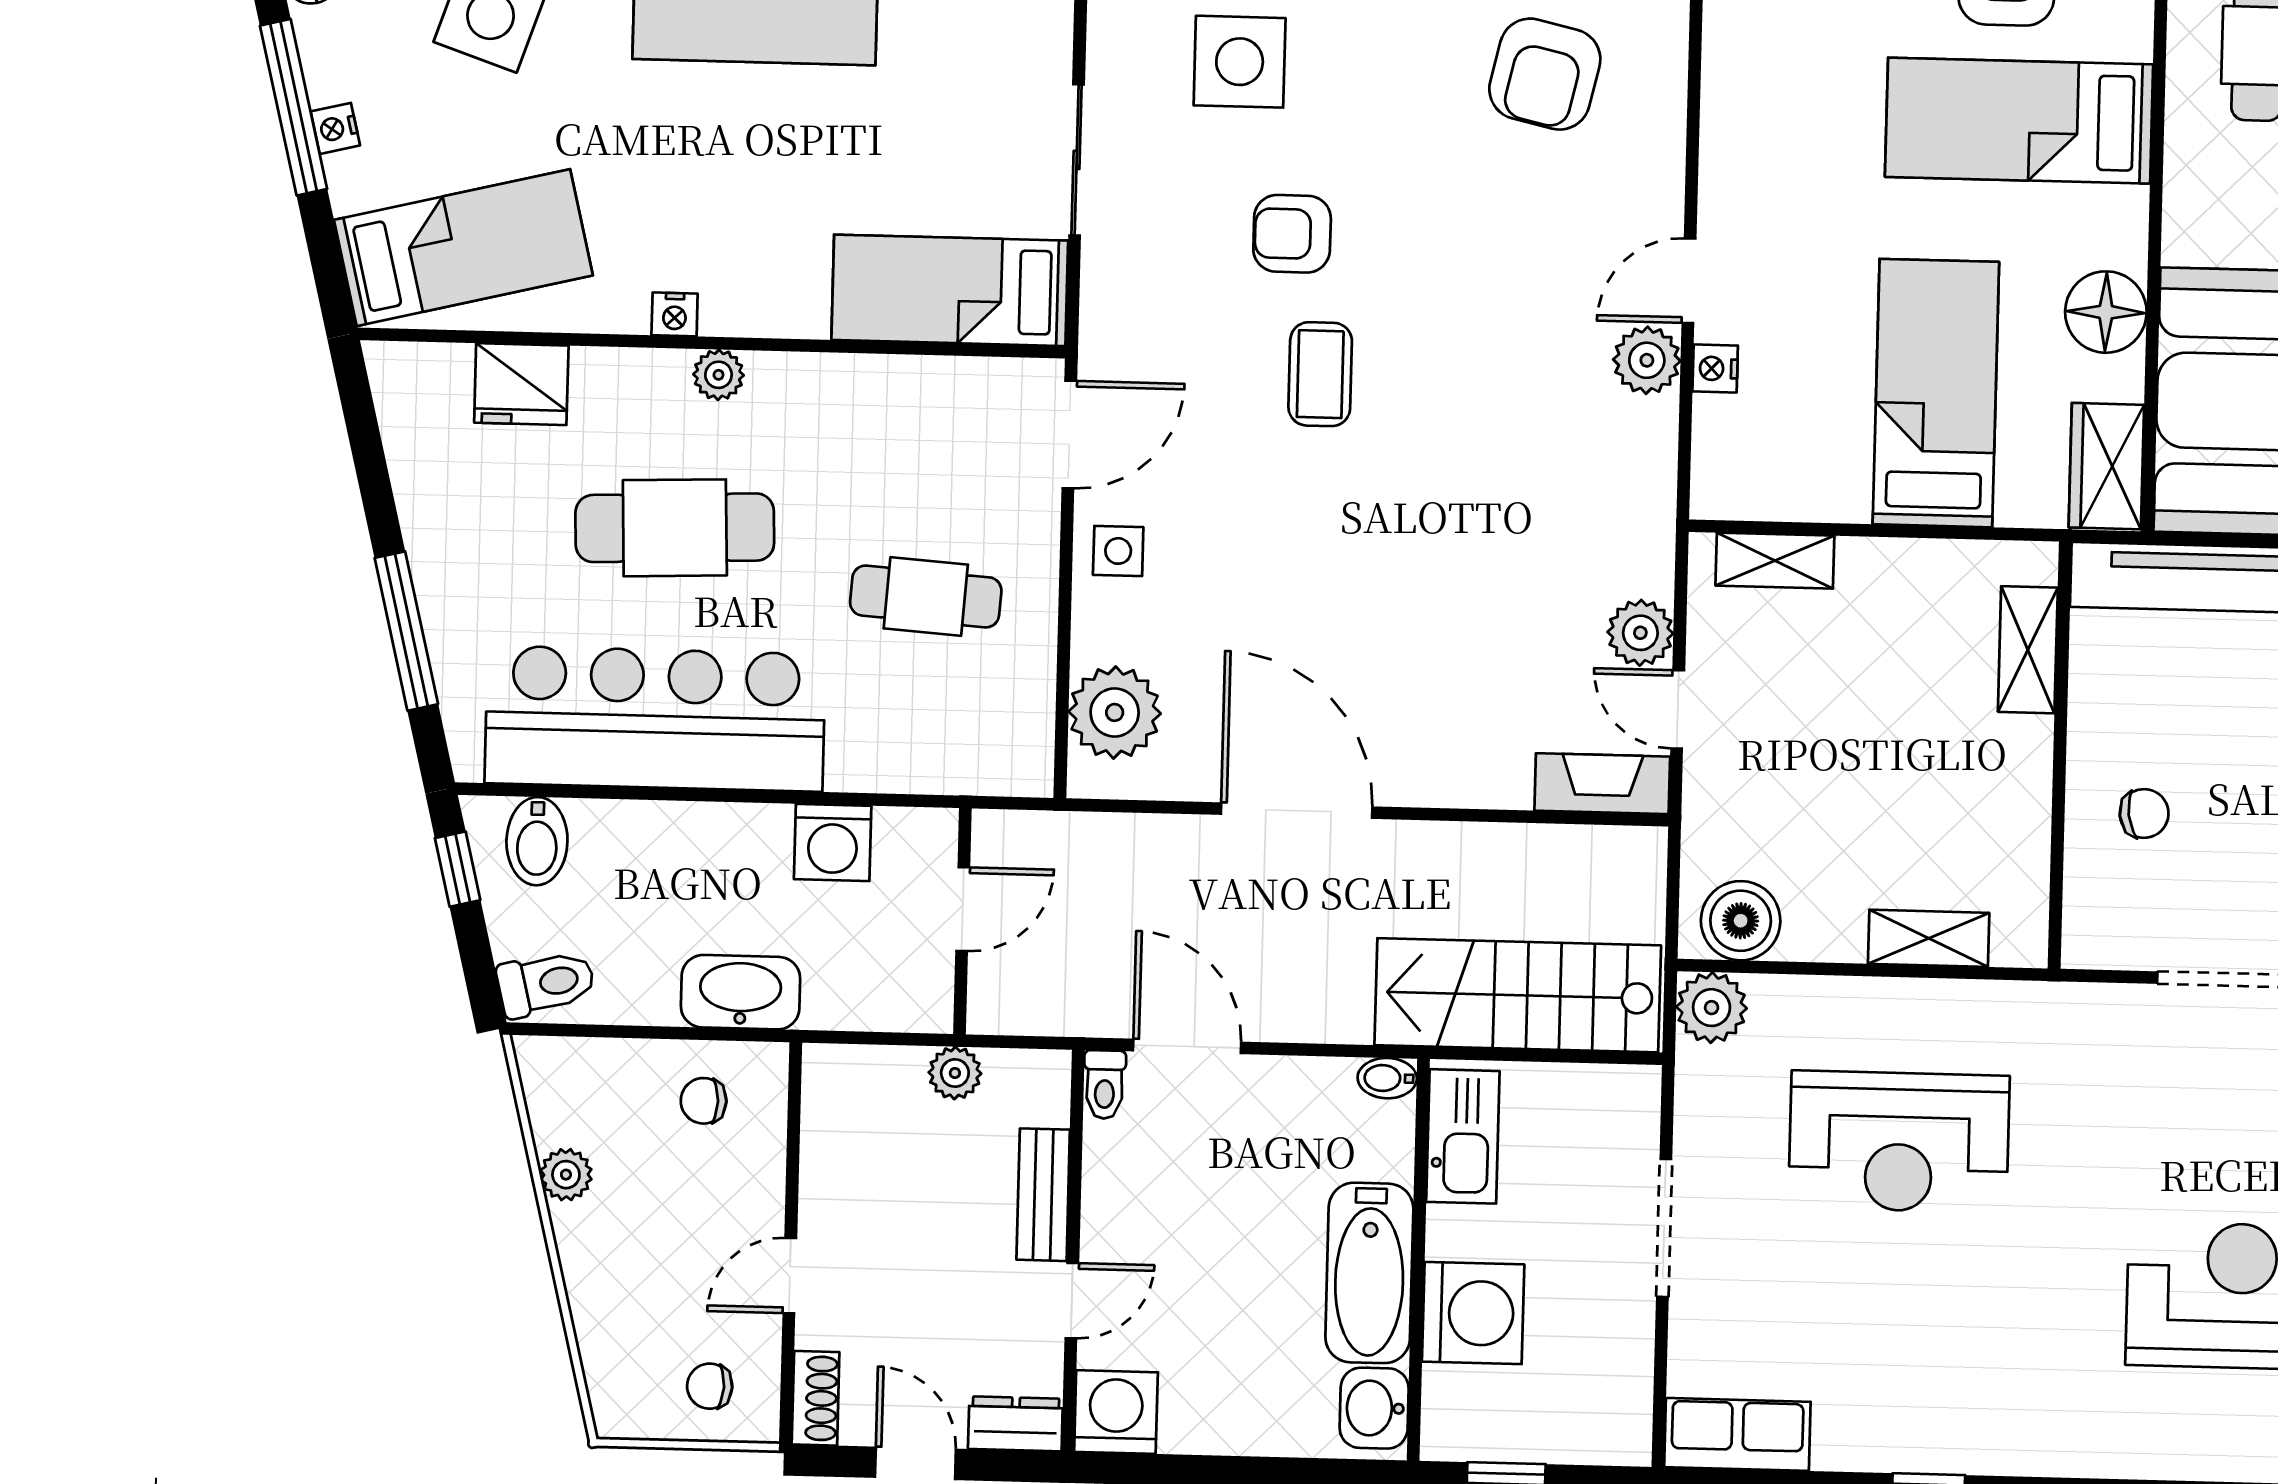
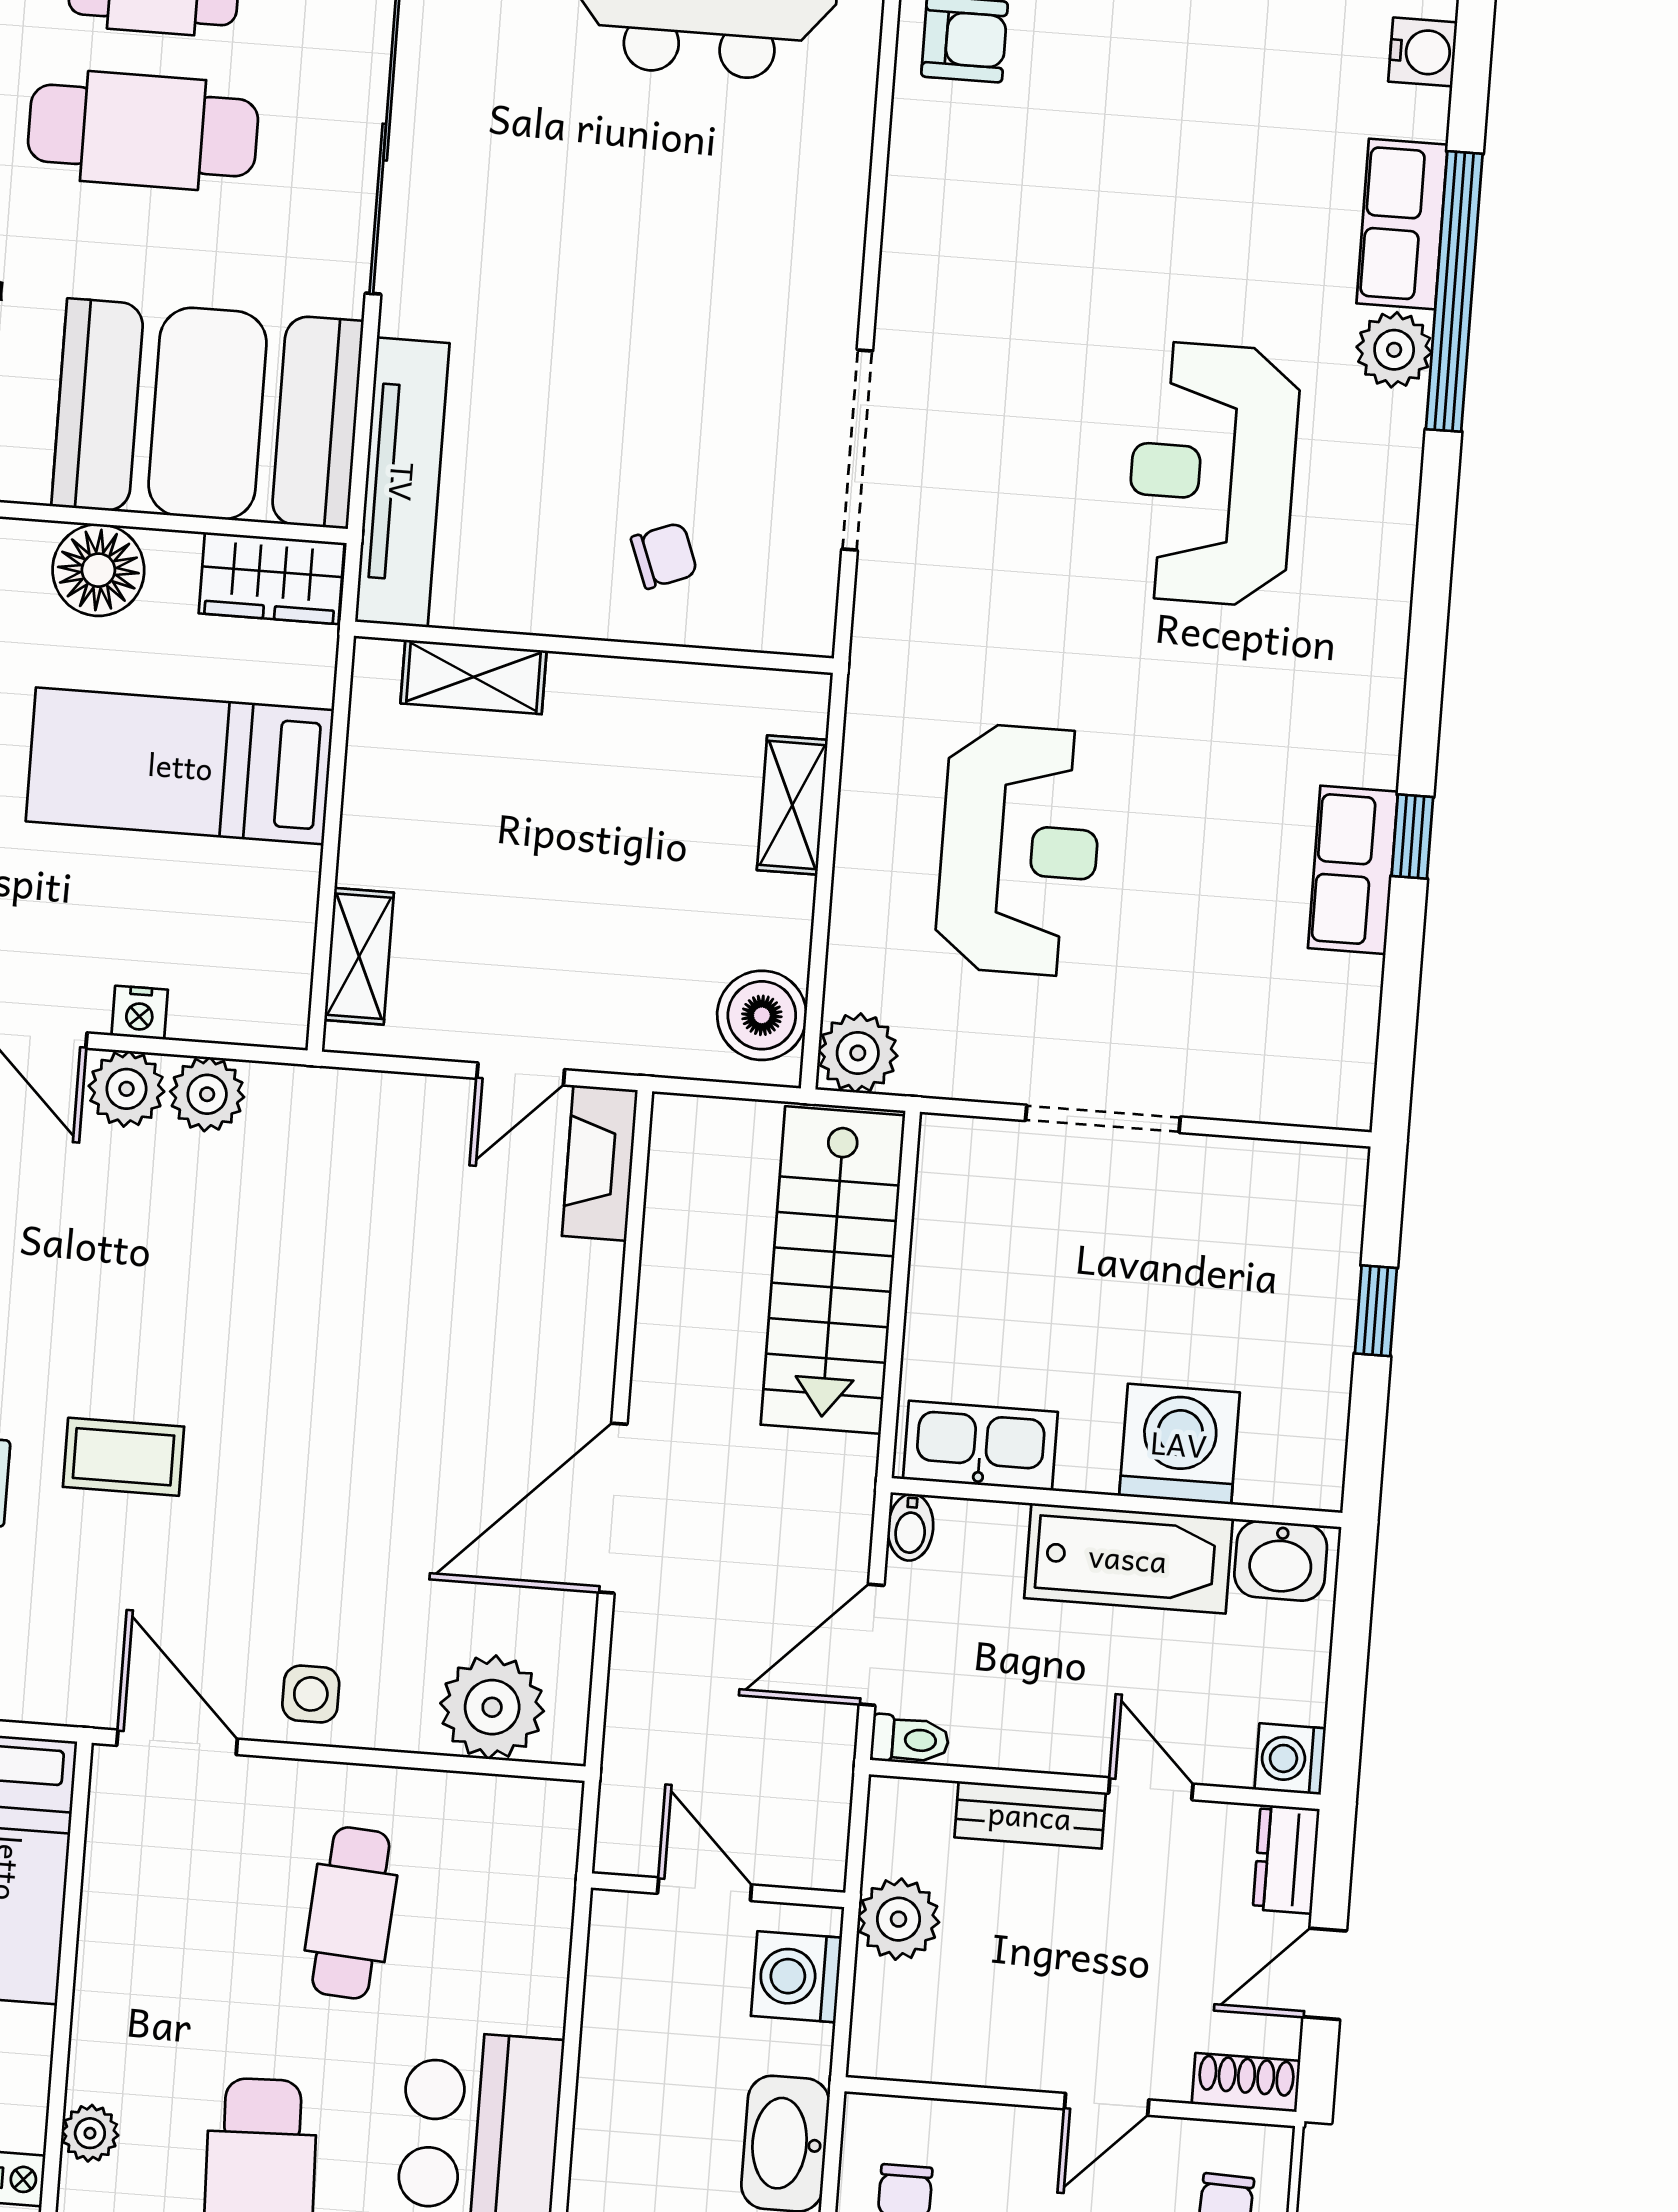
plant: (1640, 633) -> (207, 1094), moved
chair: (2144, 813) -> (664, 556), turned 77
washing machine: (833, 842) -> (796, 1977), moved, turned 180
plant: (955, 1073) -> (898, 1919), width x1.38, depth x1.38
bidet: (1387, 1078) -> (910, 1527), moved
kitchen sink: (1463, 1136) -> (980, 1446), moved
wall: (1418, 1260) -> (1116, 1503), moved
bathtub: (1369, 1273) -> (1128, 1558), moved
door: (790, 1276) -> (1107, 2104), hinge flipped
washing machine: (1473, 1313) -> (1179, 1444), moved
washbasin: (1374, 1408) -> (1281, 1561), moved
washing machine: (1116, 1412) -> (1290, 1759), width x0.73, depth x0.73
row of seats: (1737, 1434) -> (1353, 870), moved

